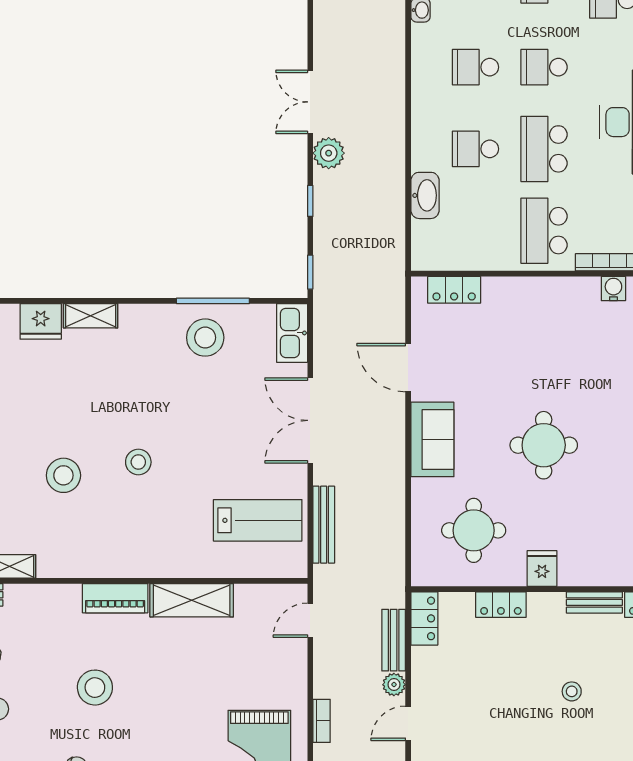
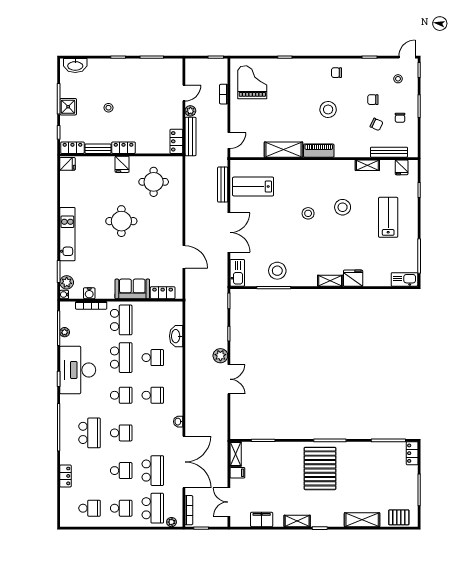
sofa: (432, 439) -> (132, 289), moved, turned 90
locker: (501, 605) -> (124, 148), moved
bench: (394, 640) -> (190, 136), width x1.36

